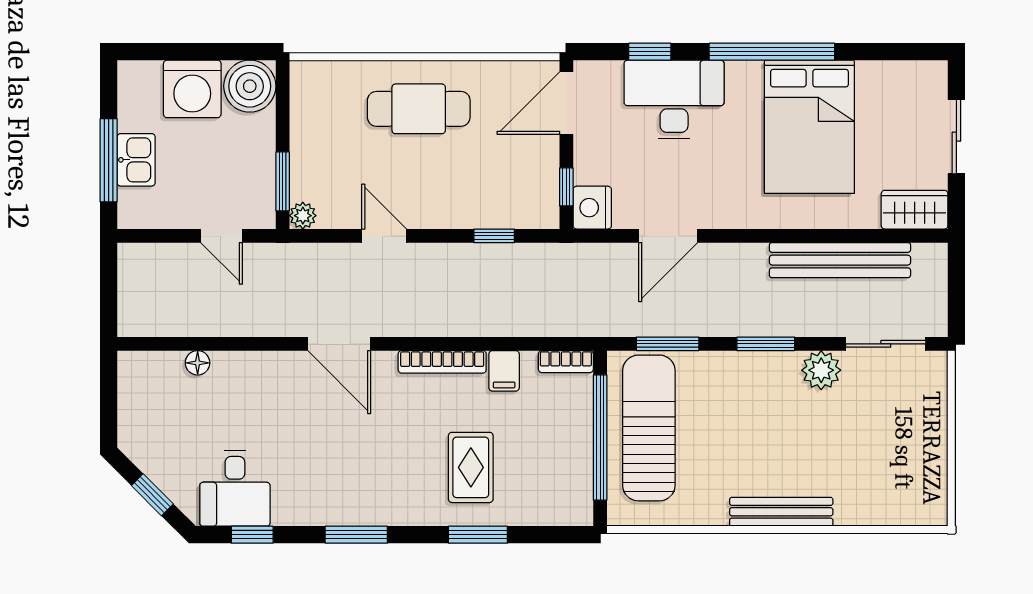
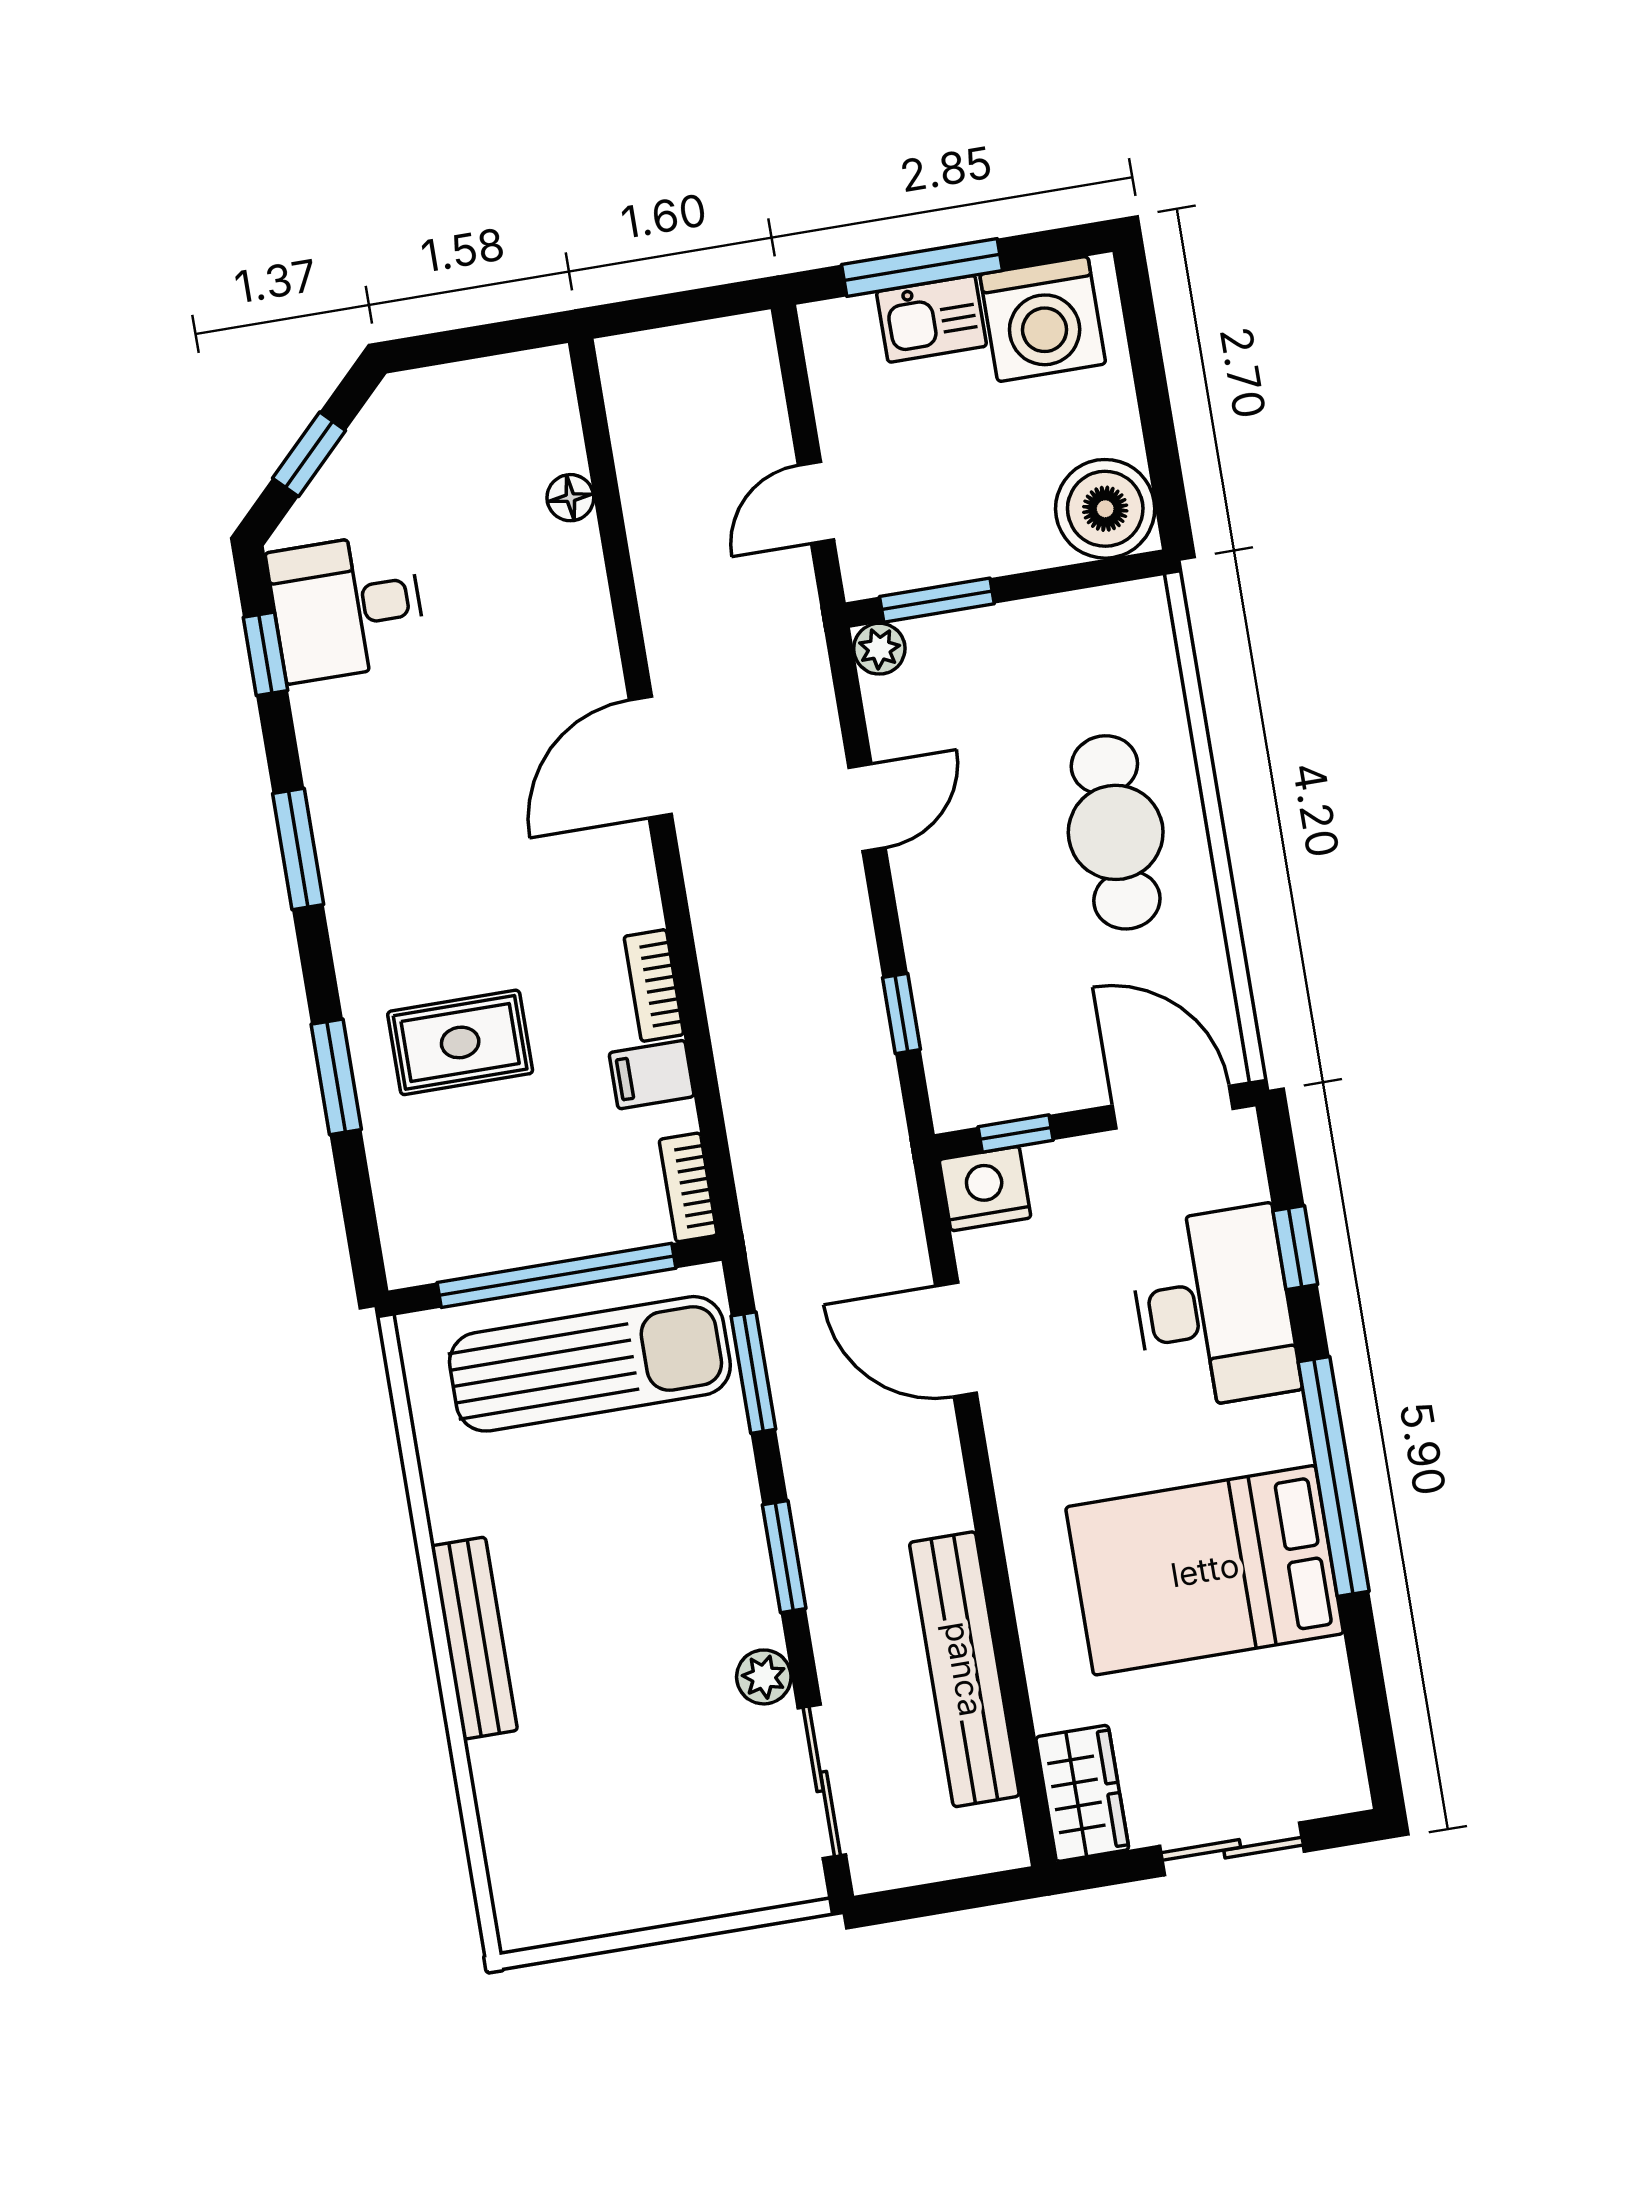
washing machine: (192, 89) -> (1043, 319), moved, turned -90
bookcase: (442, 362) -> (654, 985), width x0.64
plant: (821, 370) -> (764, 1677), width x0.73, depth x0.73

